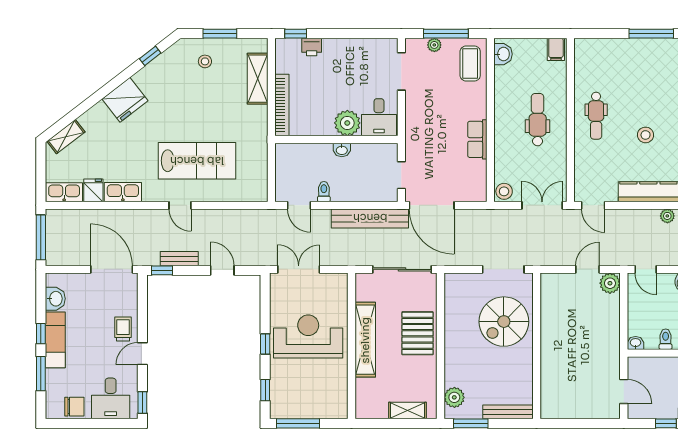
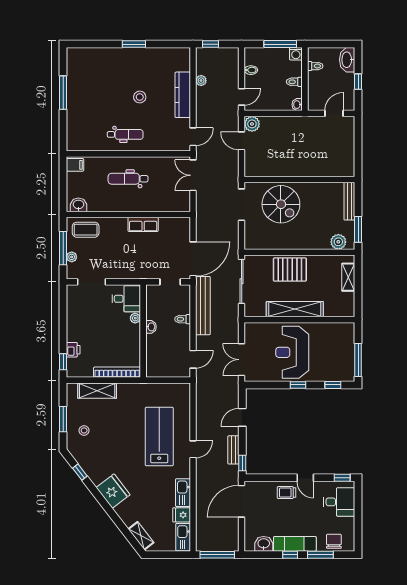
plant: (347, 123) -> (135, 318), width x0.53, depth x0.53
stool: (504, 191) -> (182, 204), removed
toilet: (324, 192) -> (183, 319), moved
chair: (74, 407) -> (334, 541), moved

